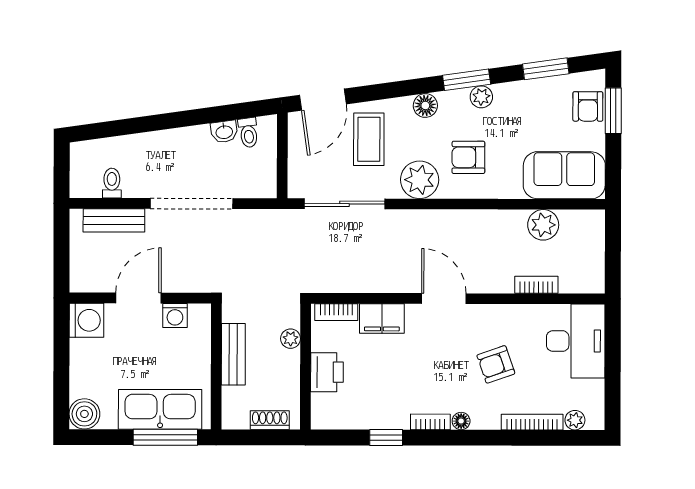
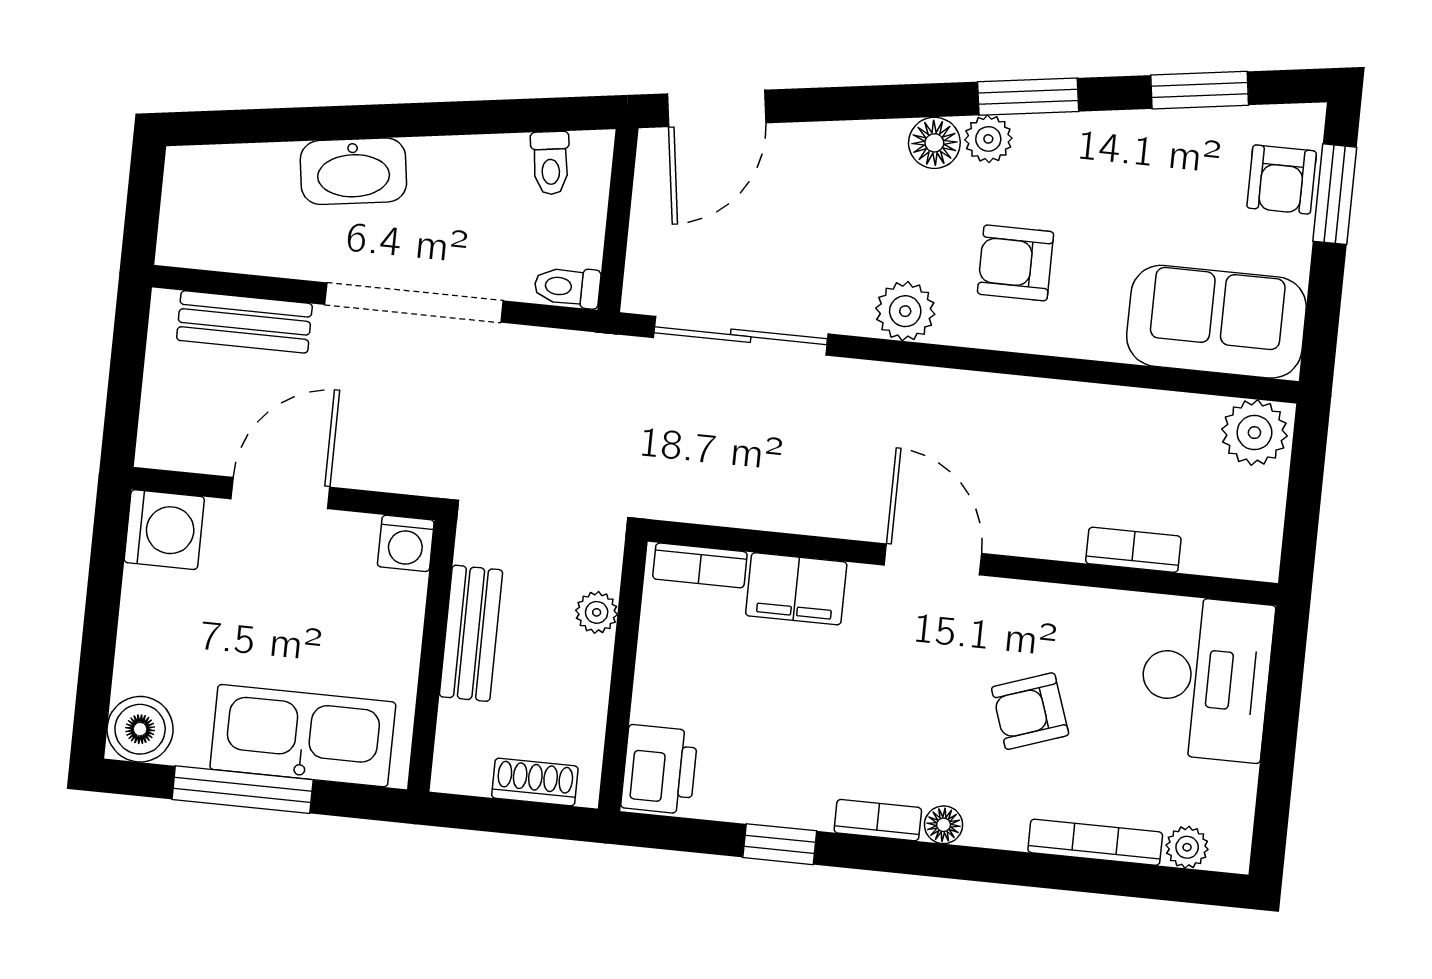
plant: (481, 97) -> (988, 139), moved
washbasin: (224, 132) -> (353, 171), moved, width x1.91, depth x1.45
coffee table: (369, 139) -> (807, 203), removed
plant: (420, 180) -> (905, 311), width x0.73, depth x0.73
toilet: (112, 183) -> (567, 287), moved, turned -90
plant: (543, 225) -> (1254, 433), moved
washing machine: (175, 315) -> (406, 543), moved
printer: (327, 372) -> (659, 769), moved
window: (165, 437) -> (243, 790), moved

